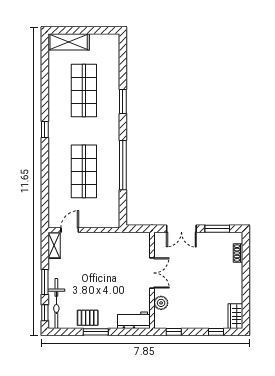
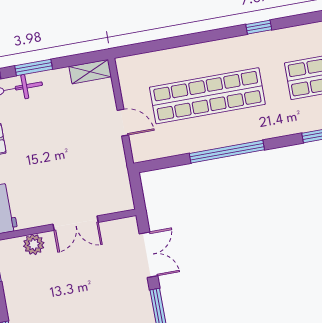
shop shelf: (84, 171) -> (207, 96), width x1.40
double door: (181, 229) -> (149, 255), swing flipped
door: (70, 230) -> (123, 123), moved

